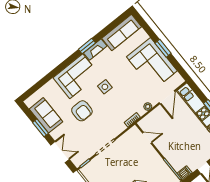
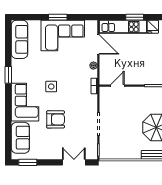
fireplace: (95, 49) -> (16, 71), removed
sofa: (46, 115) -> (20, 138), moved, turned 90
window: (40, 128) -> (28, 162), moved

